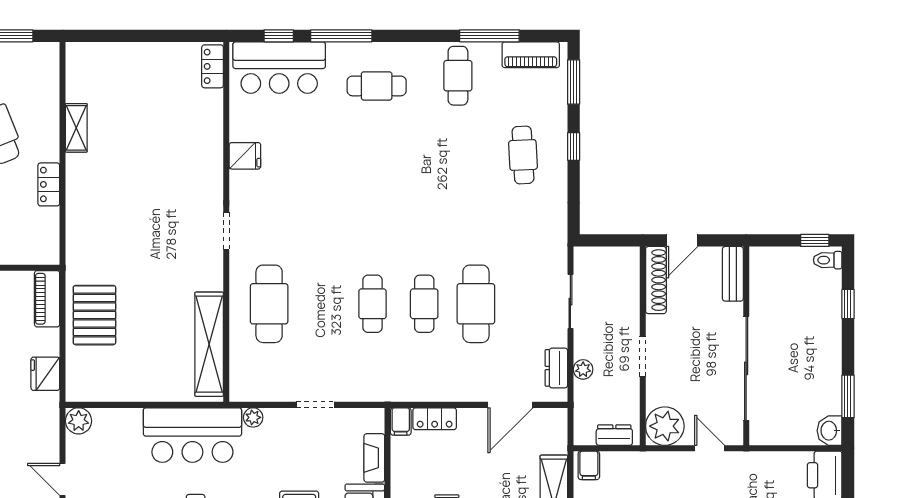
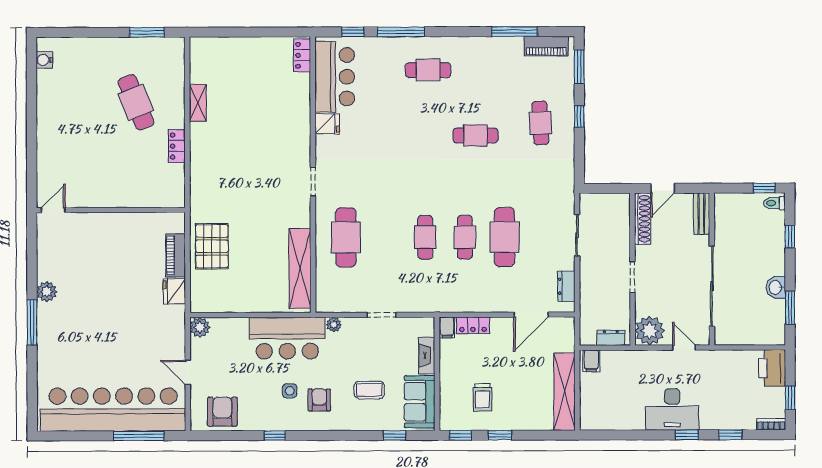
bar counter: (279, 68) -> (335, 77), moved, turned -90
cafe table: (458, 76) -> (476, 135), moved, turned 90
piano: (47, 299) -> (176, 255), moved
plant: (583, 369) -> (587, 287), removed
washbasin: (830, 431) -> (776, 287), moved

